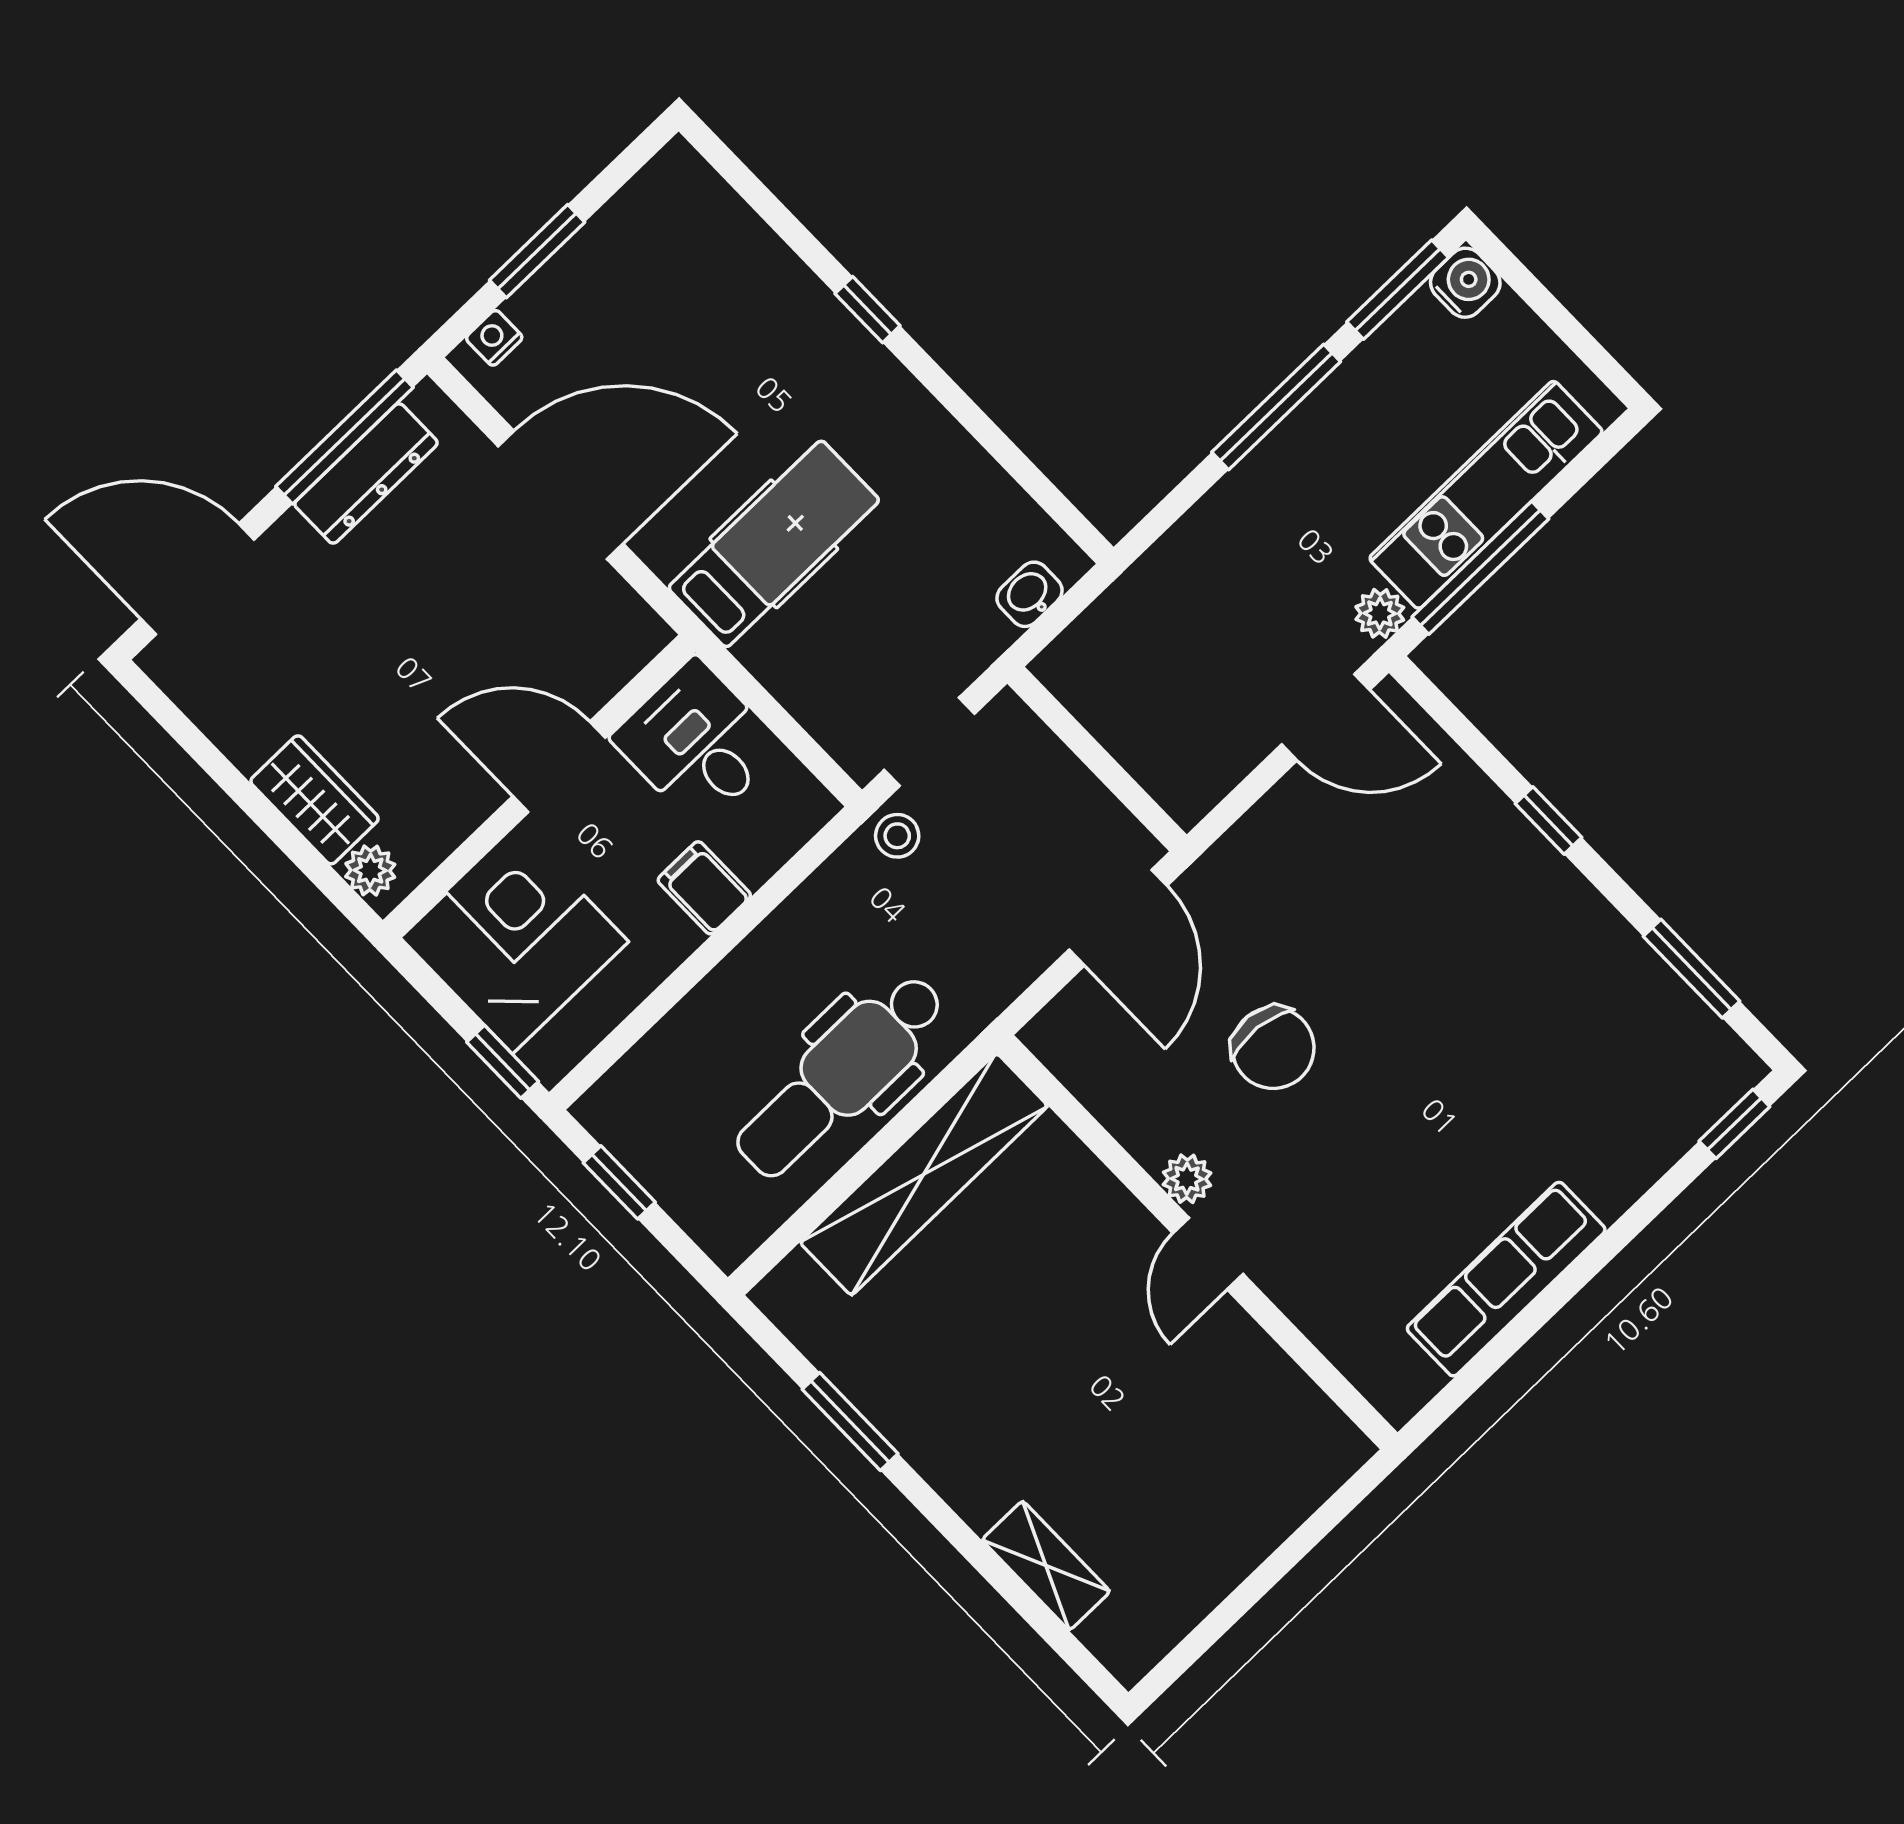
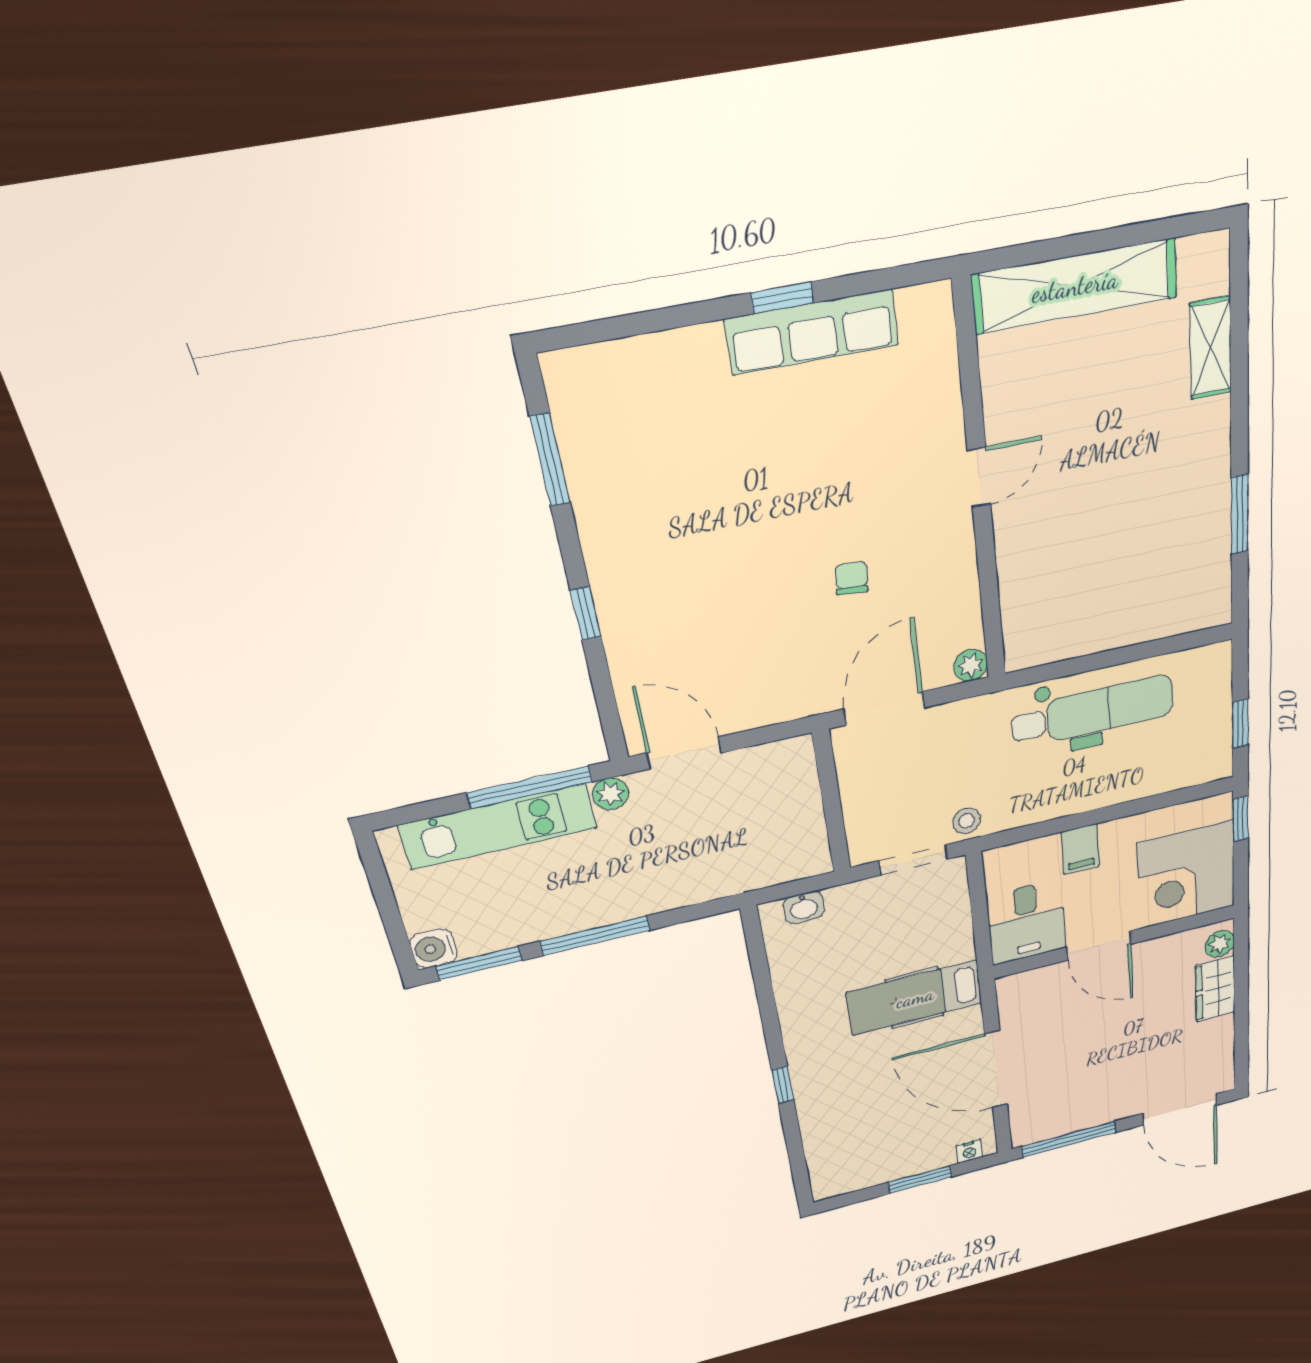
dresser: (366, 473) -> (1073, 1120), removed
chair: (1273, 1048) -> (852, 578), width x0.54, depth x0.54
window: (1734, 1124) -> (782, 298), moved
shelving: (924, 1174) -> (1075, 286), moved
plant: (1187, 1179) -> (971, 665), moved

